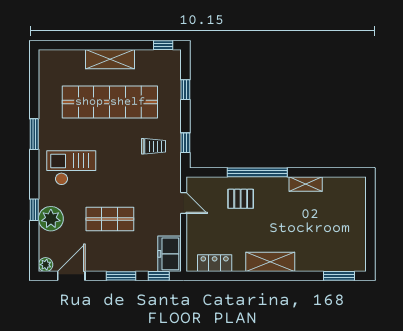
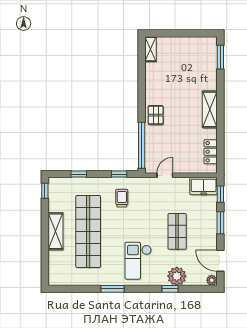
window: (257, 172) -> (142, 145), moved
shelving: (306, 184) -> (150, 49), moved
pallet: (241, 199) -> (156, 115), moved

